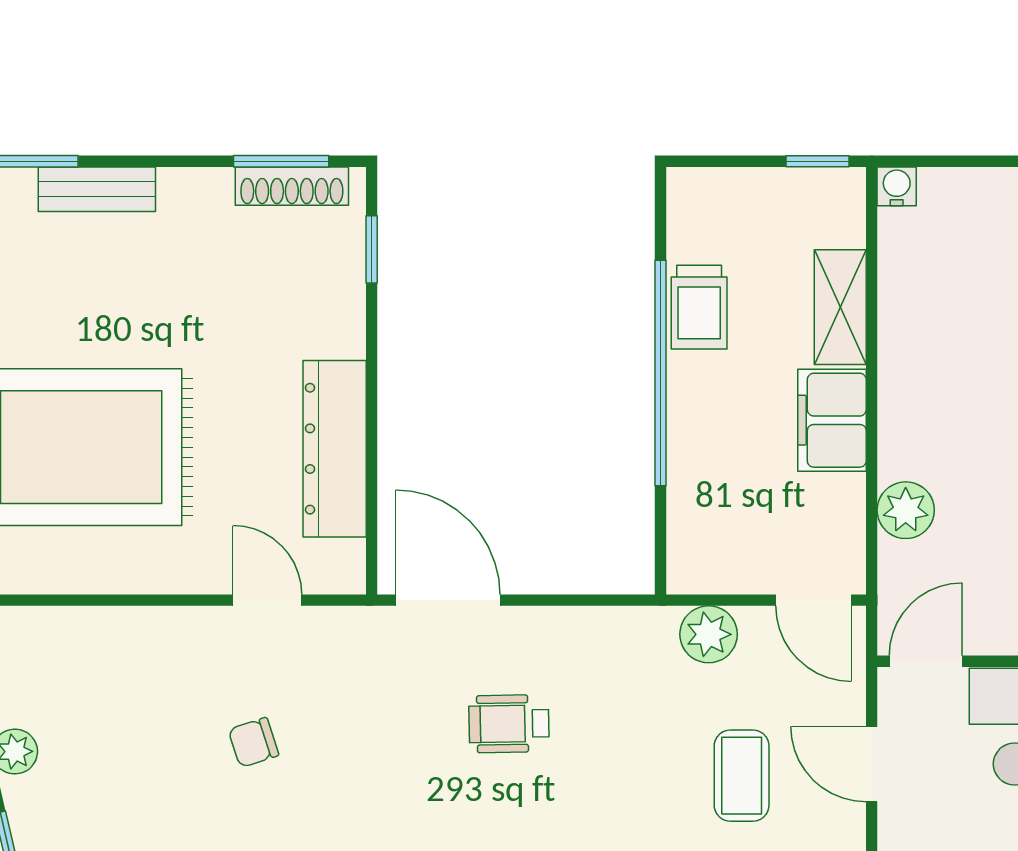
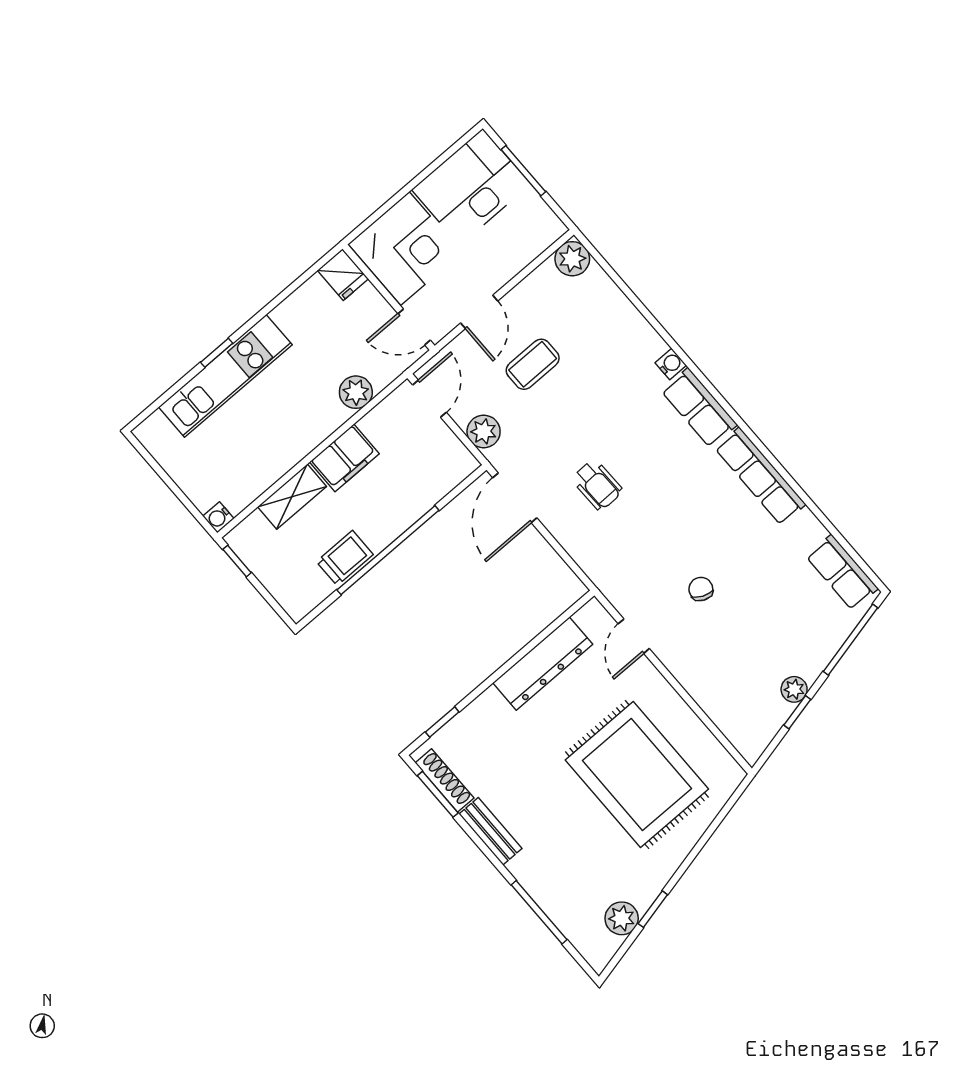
bench: (97, 189) -> (491, 831), moved
door: (448, 600) -> (515, 498), moved
chair: (253, 742) -> (701, 589), turned -138

